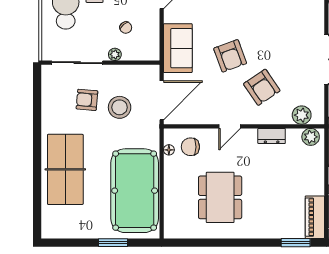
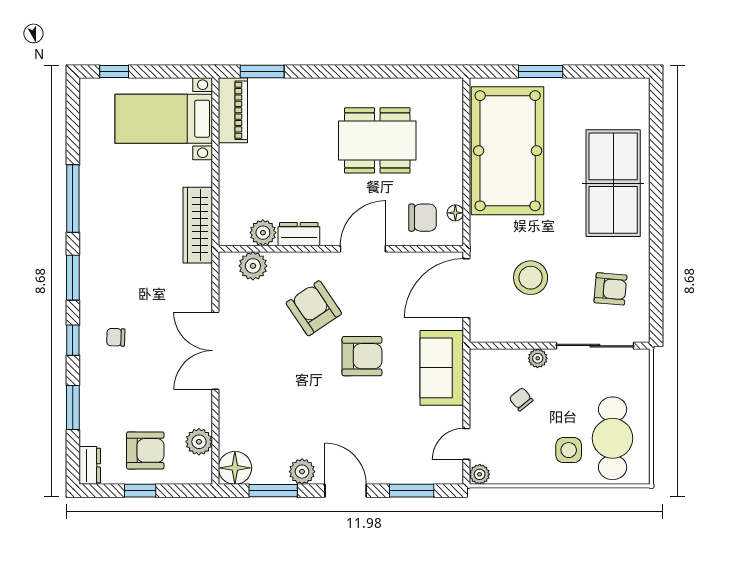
armchair: (230, 56) -> (362, 356), turned 110
armchair: (87, 100) -> (610, 289), moved
door: (230, 126) -> (363, 249), width x1.38
plant: (311, 137) -> (263, 233), moved
dining table: (220, 197) -> (377, 140), turned 90

